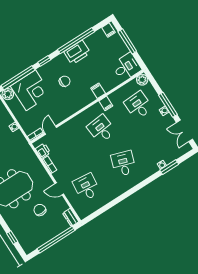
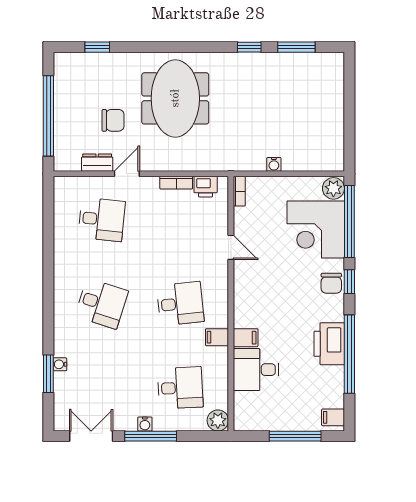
desk: (127, 67) -> (256, 370), moved, turned 90
chair: (65, 81) -> (331, 283), moved
door: (51, 130) -> (231, 247), moved
dresser: (71, 217) -> (97, 163), moved

